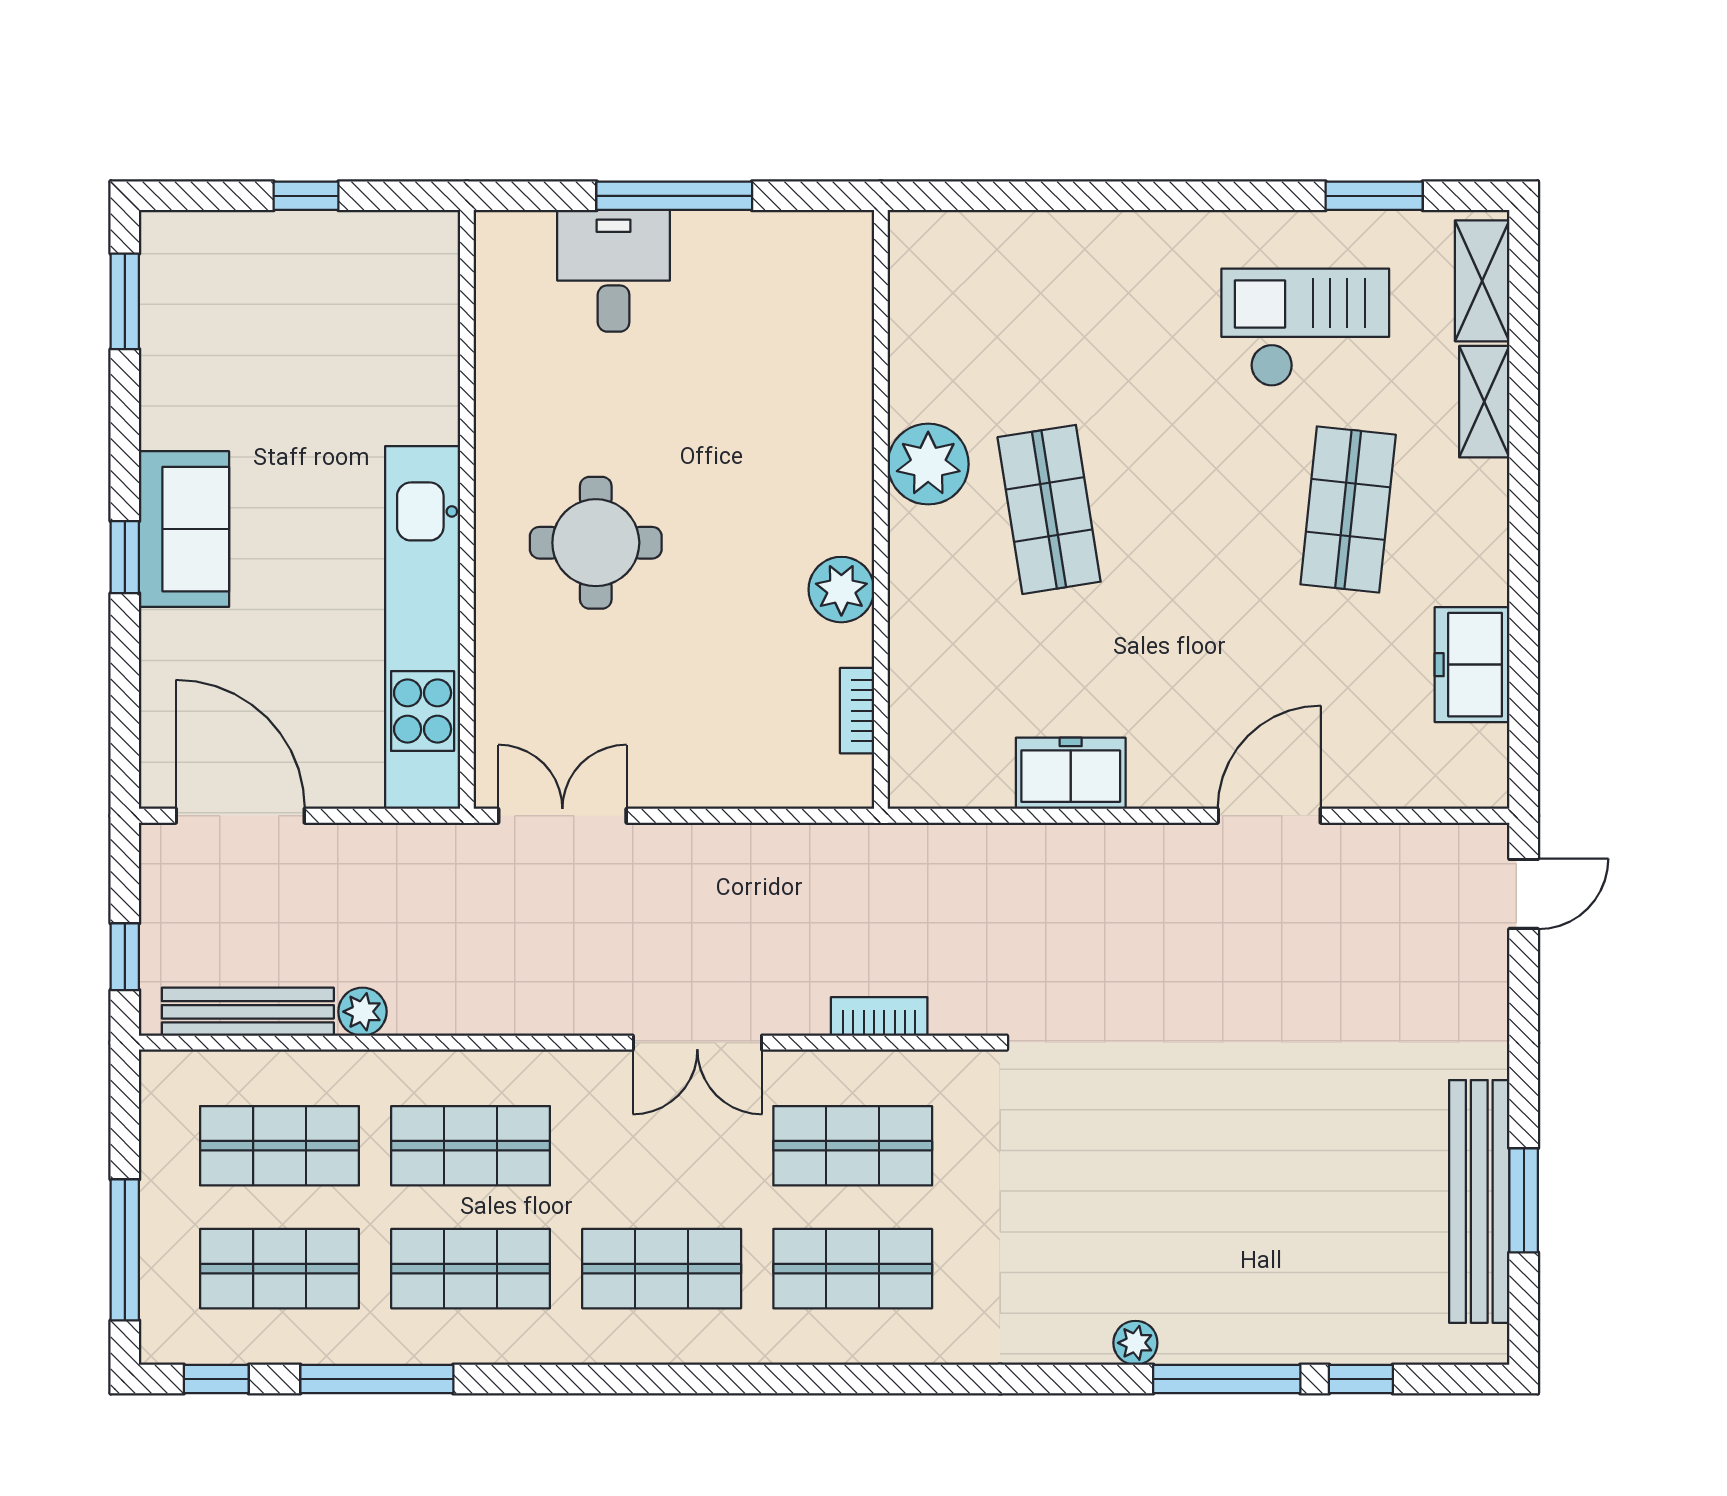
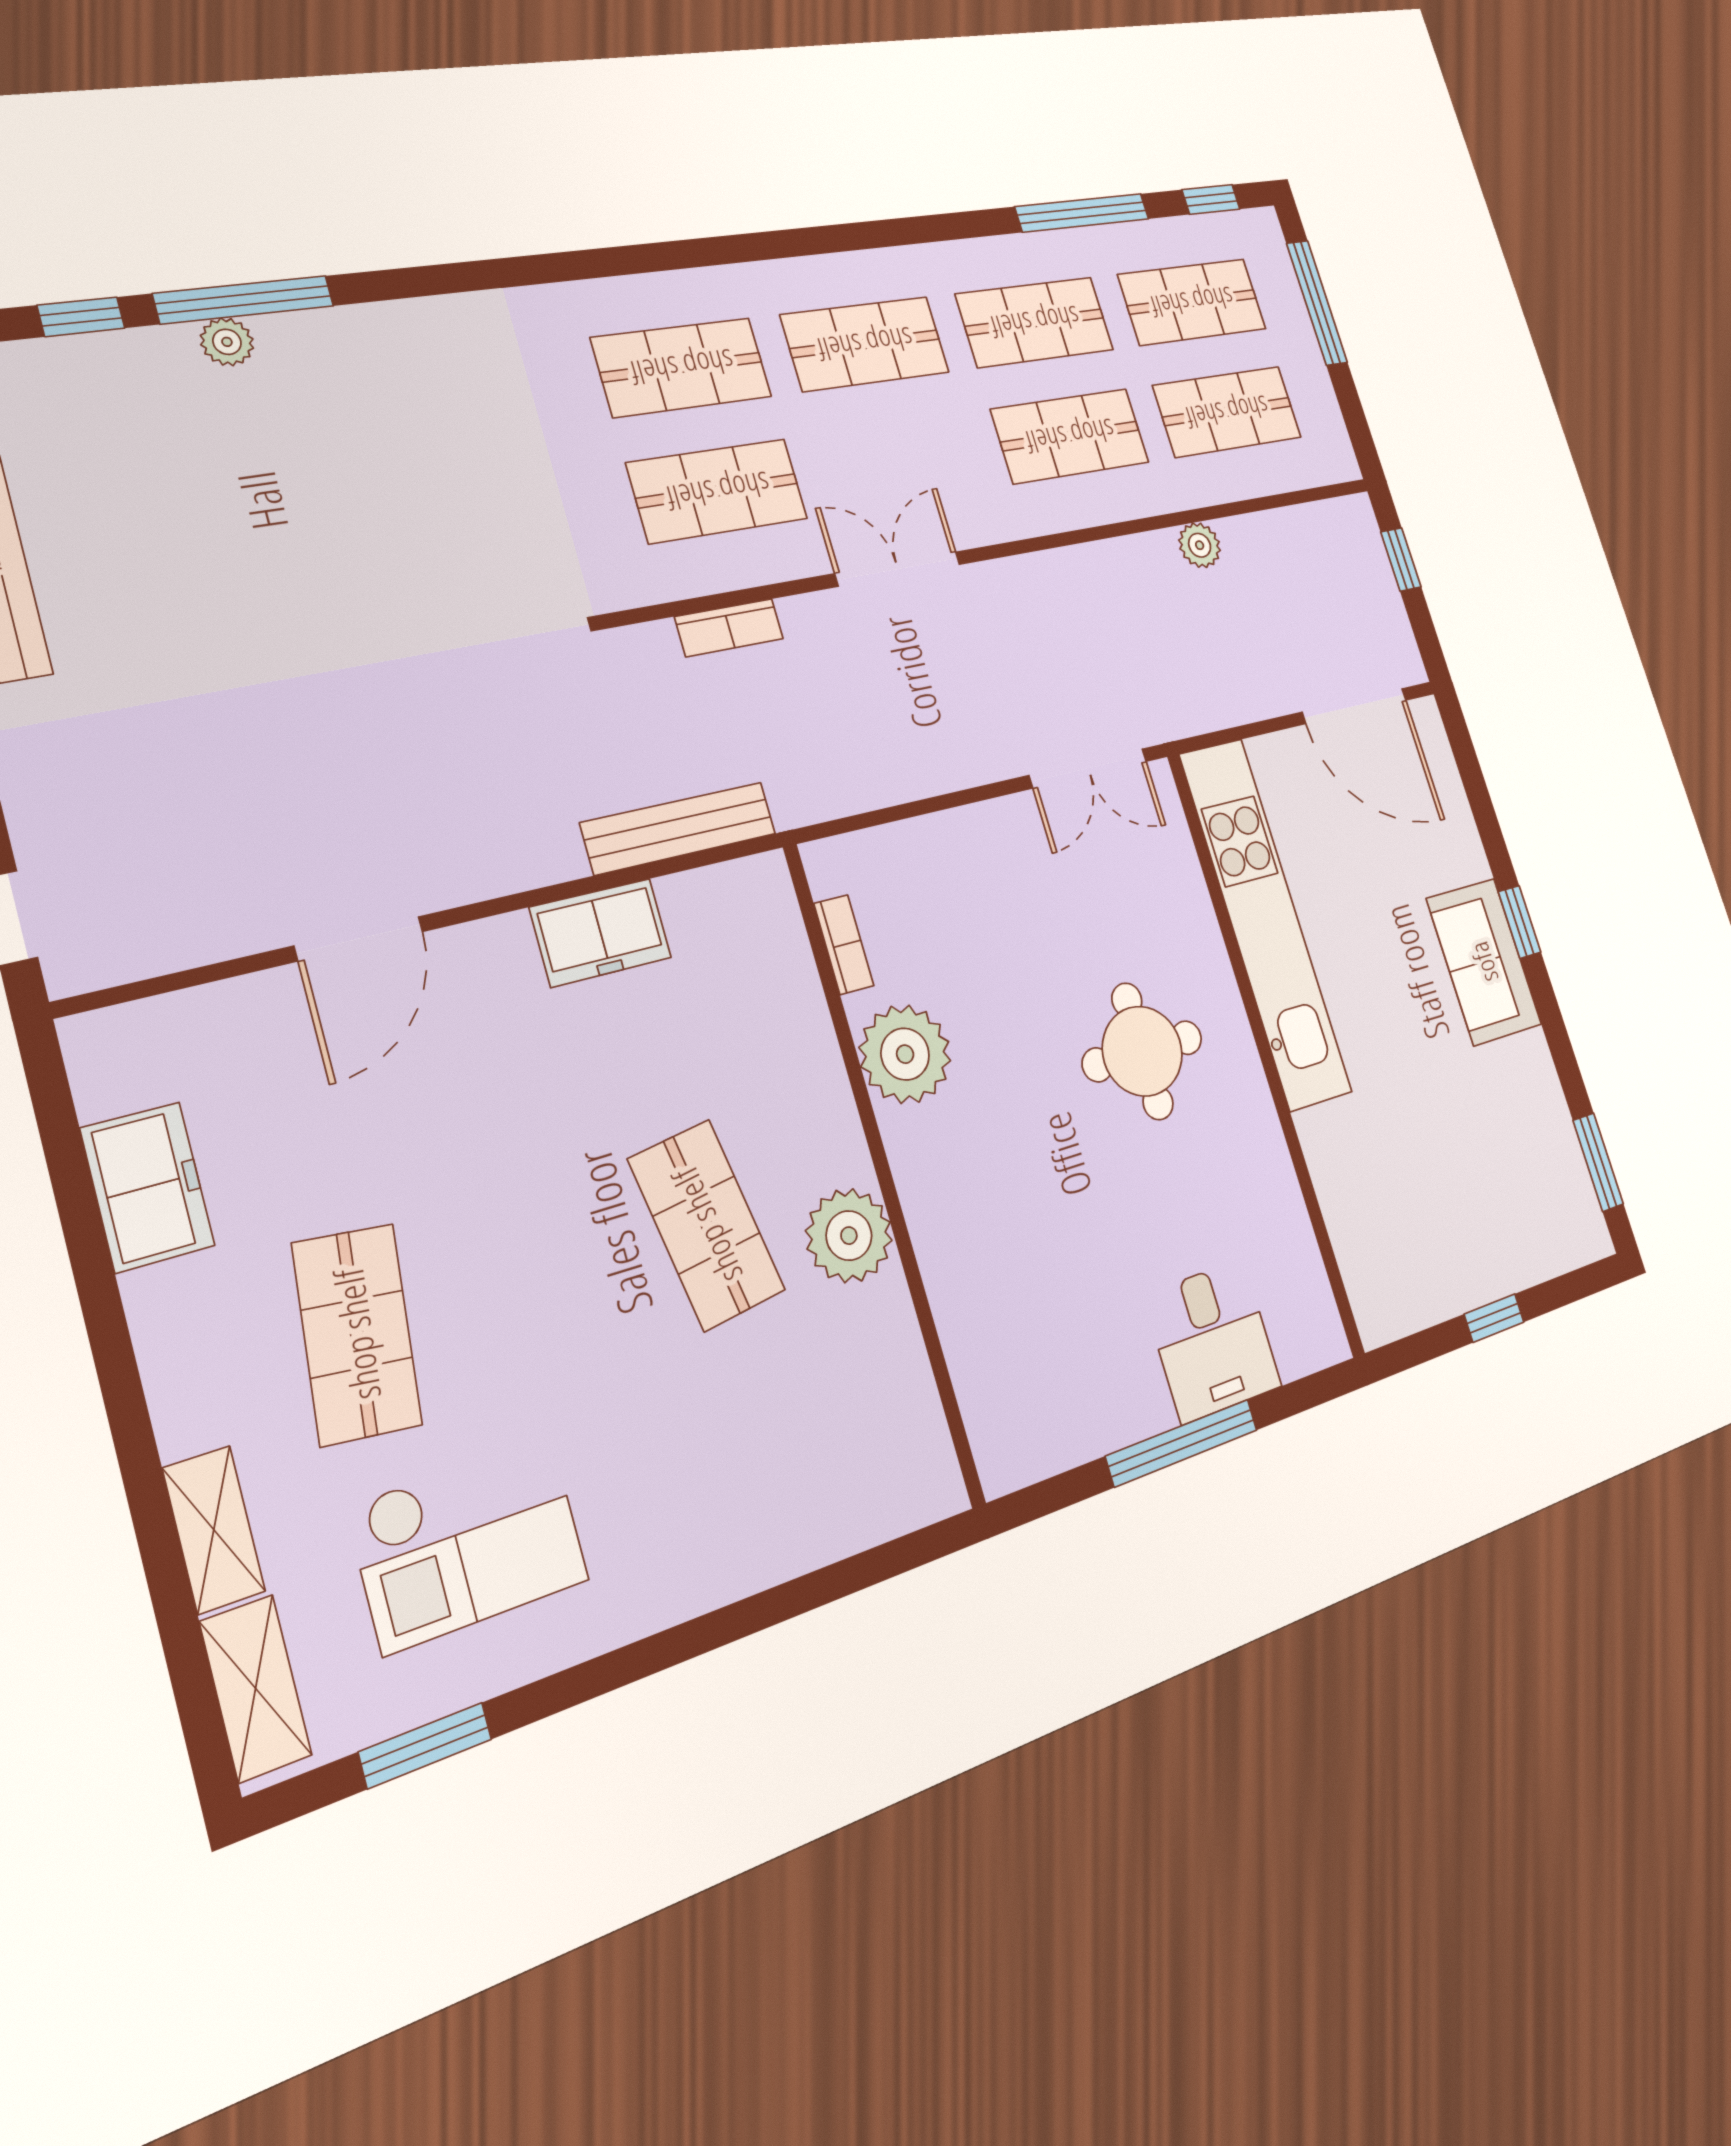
plant: (841, 590) -> (905, 1054), width x1.36, depth x1.36
bench: (248, 1012) -> (679, 828), moved
plant: (1135, 1343) -> (227, 342), moved

